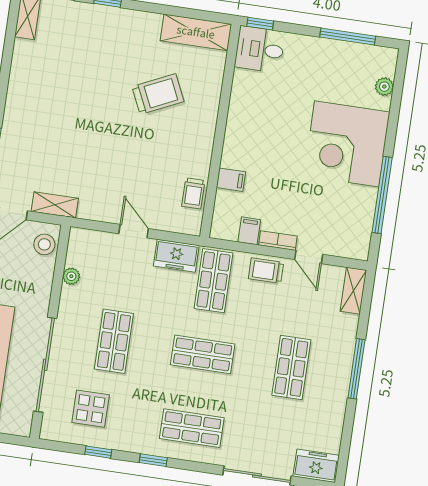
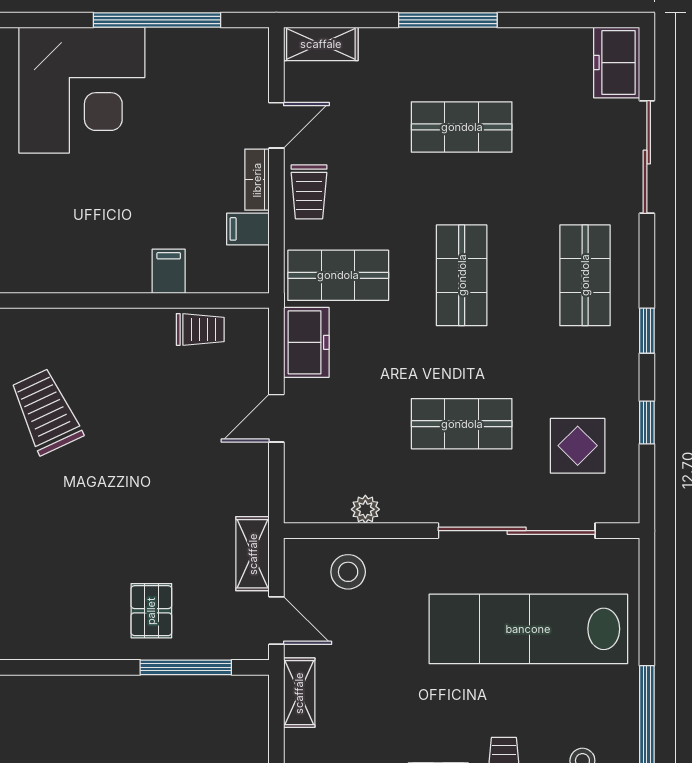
pallet: (30, 139) -> (151, 611), added
stool: (44, 244) -> (348, 572), moved

